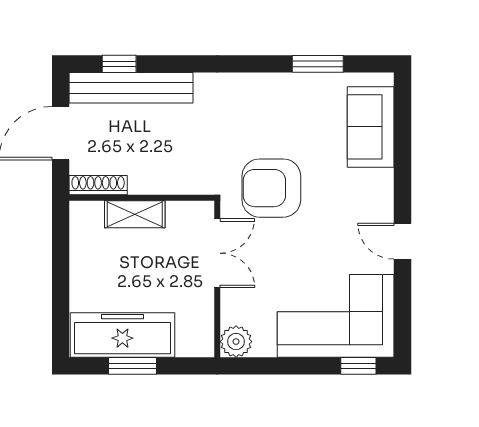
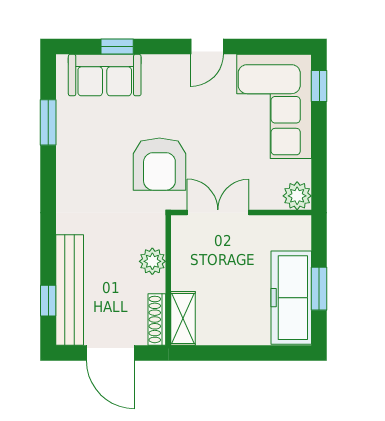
window: (403, 141) -> (117, 46), added
plant: (163, 180) -> (152, 261), added
shelving: (135, 214) -> (183, 318), moved

